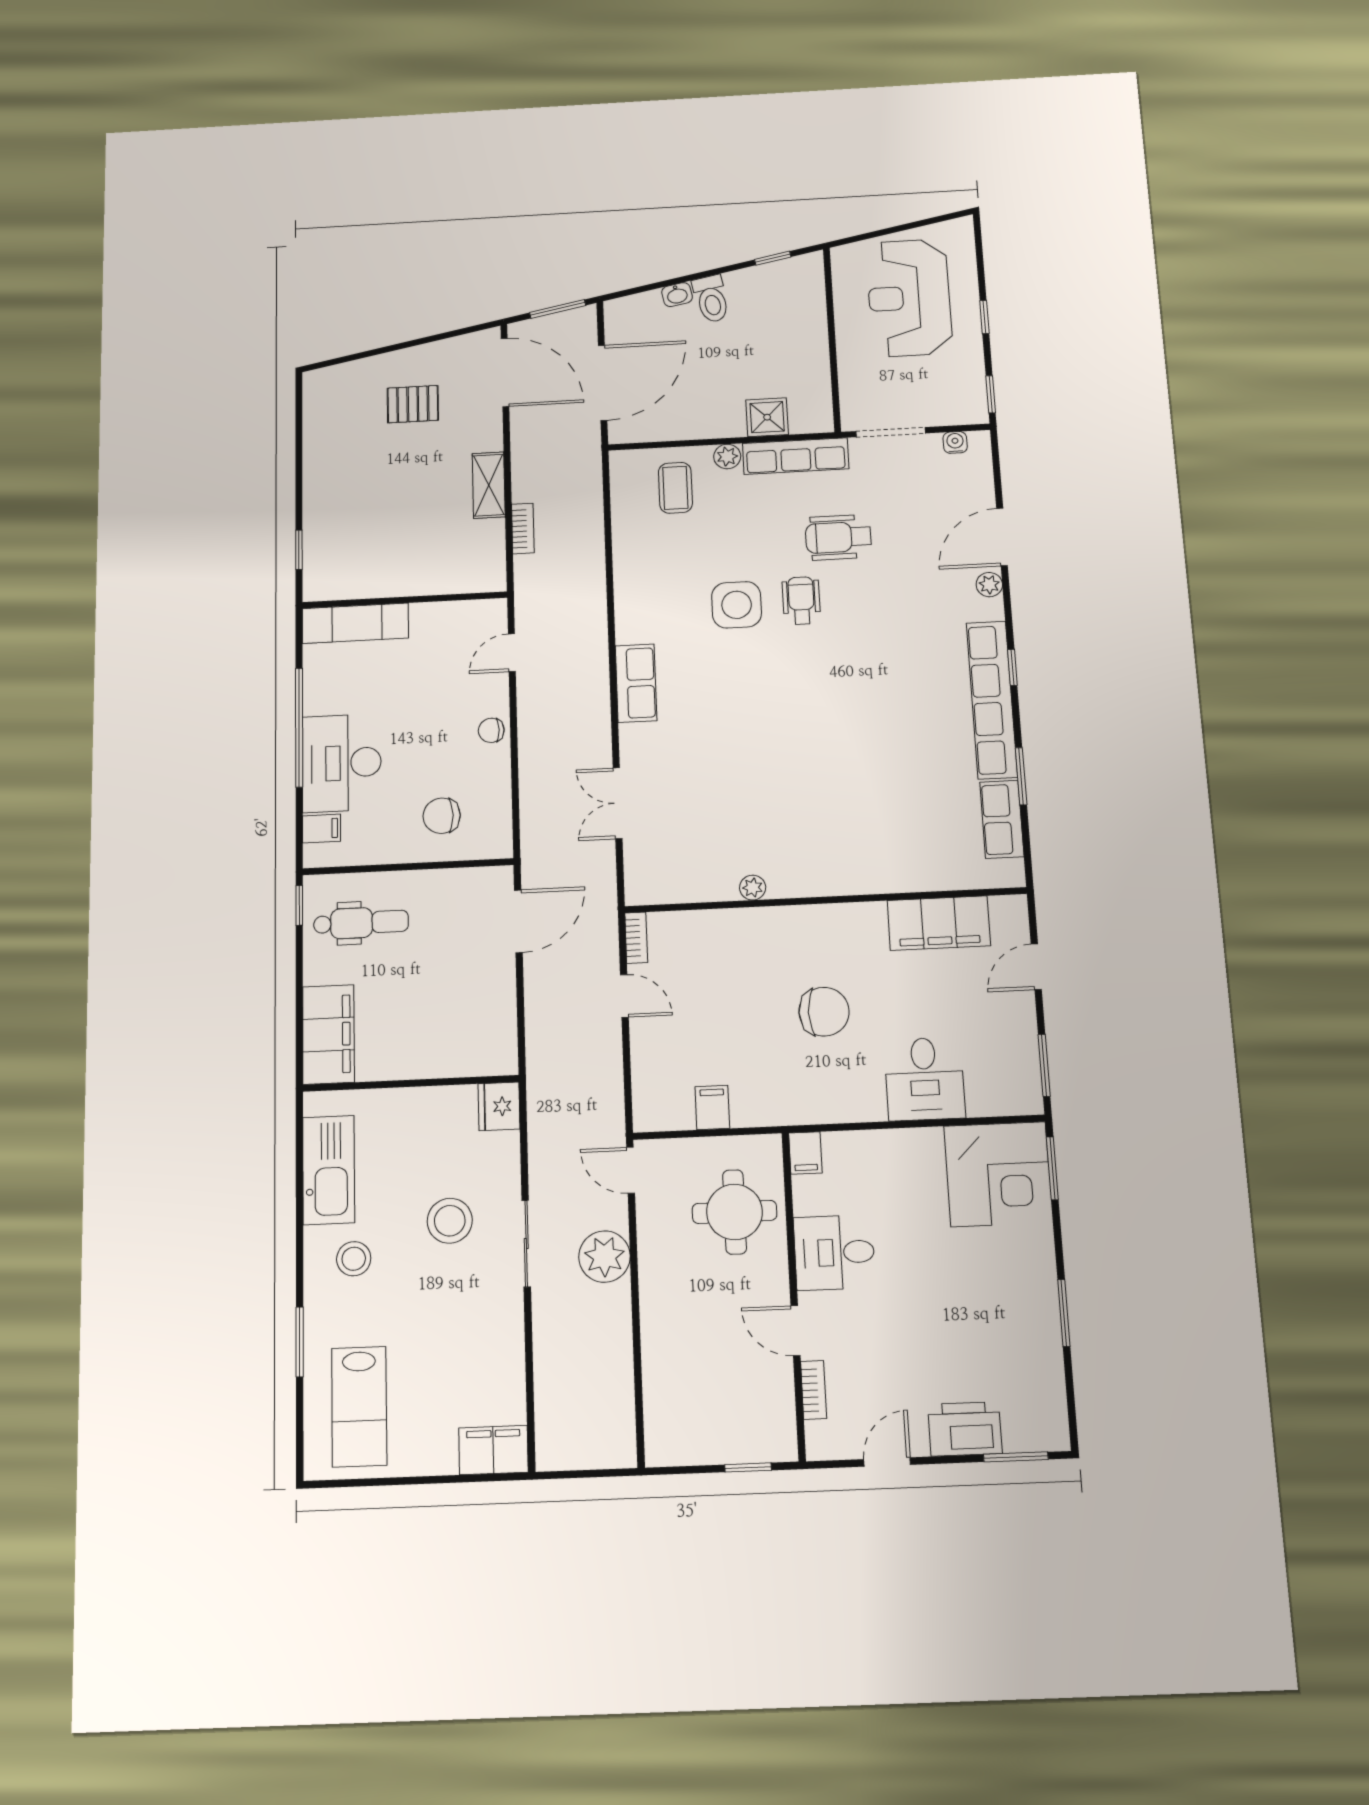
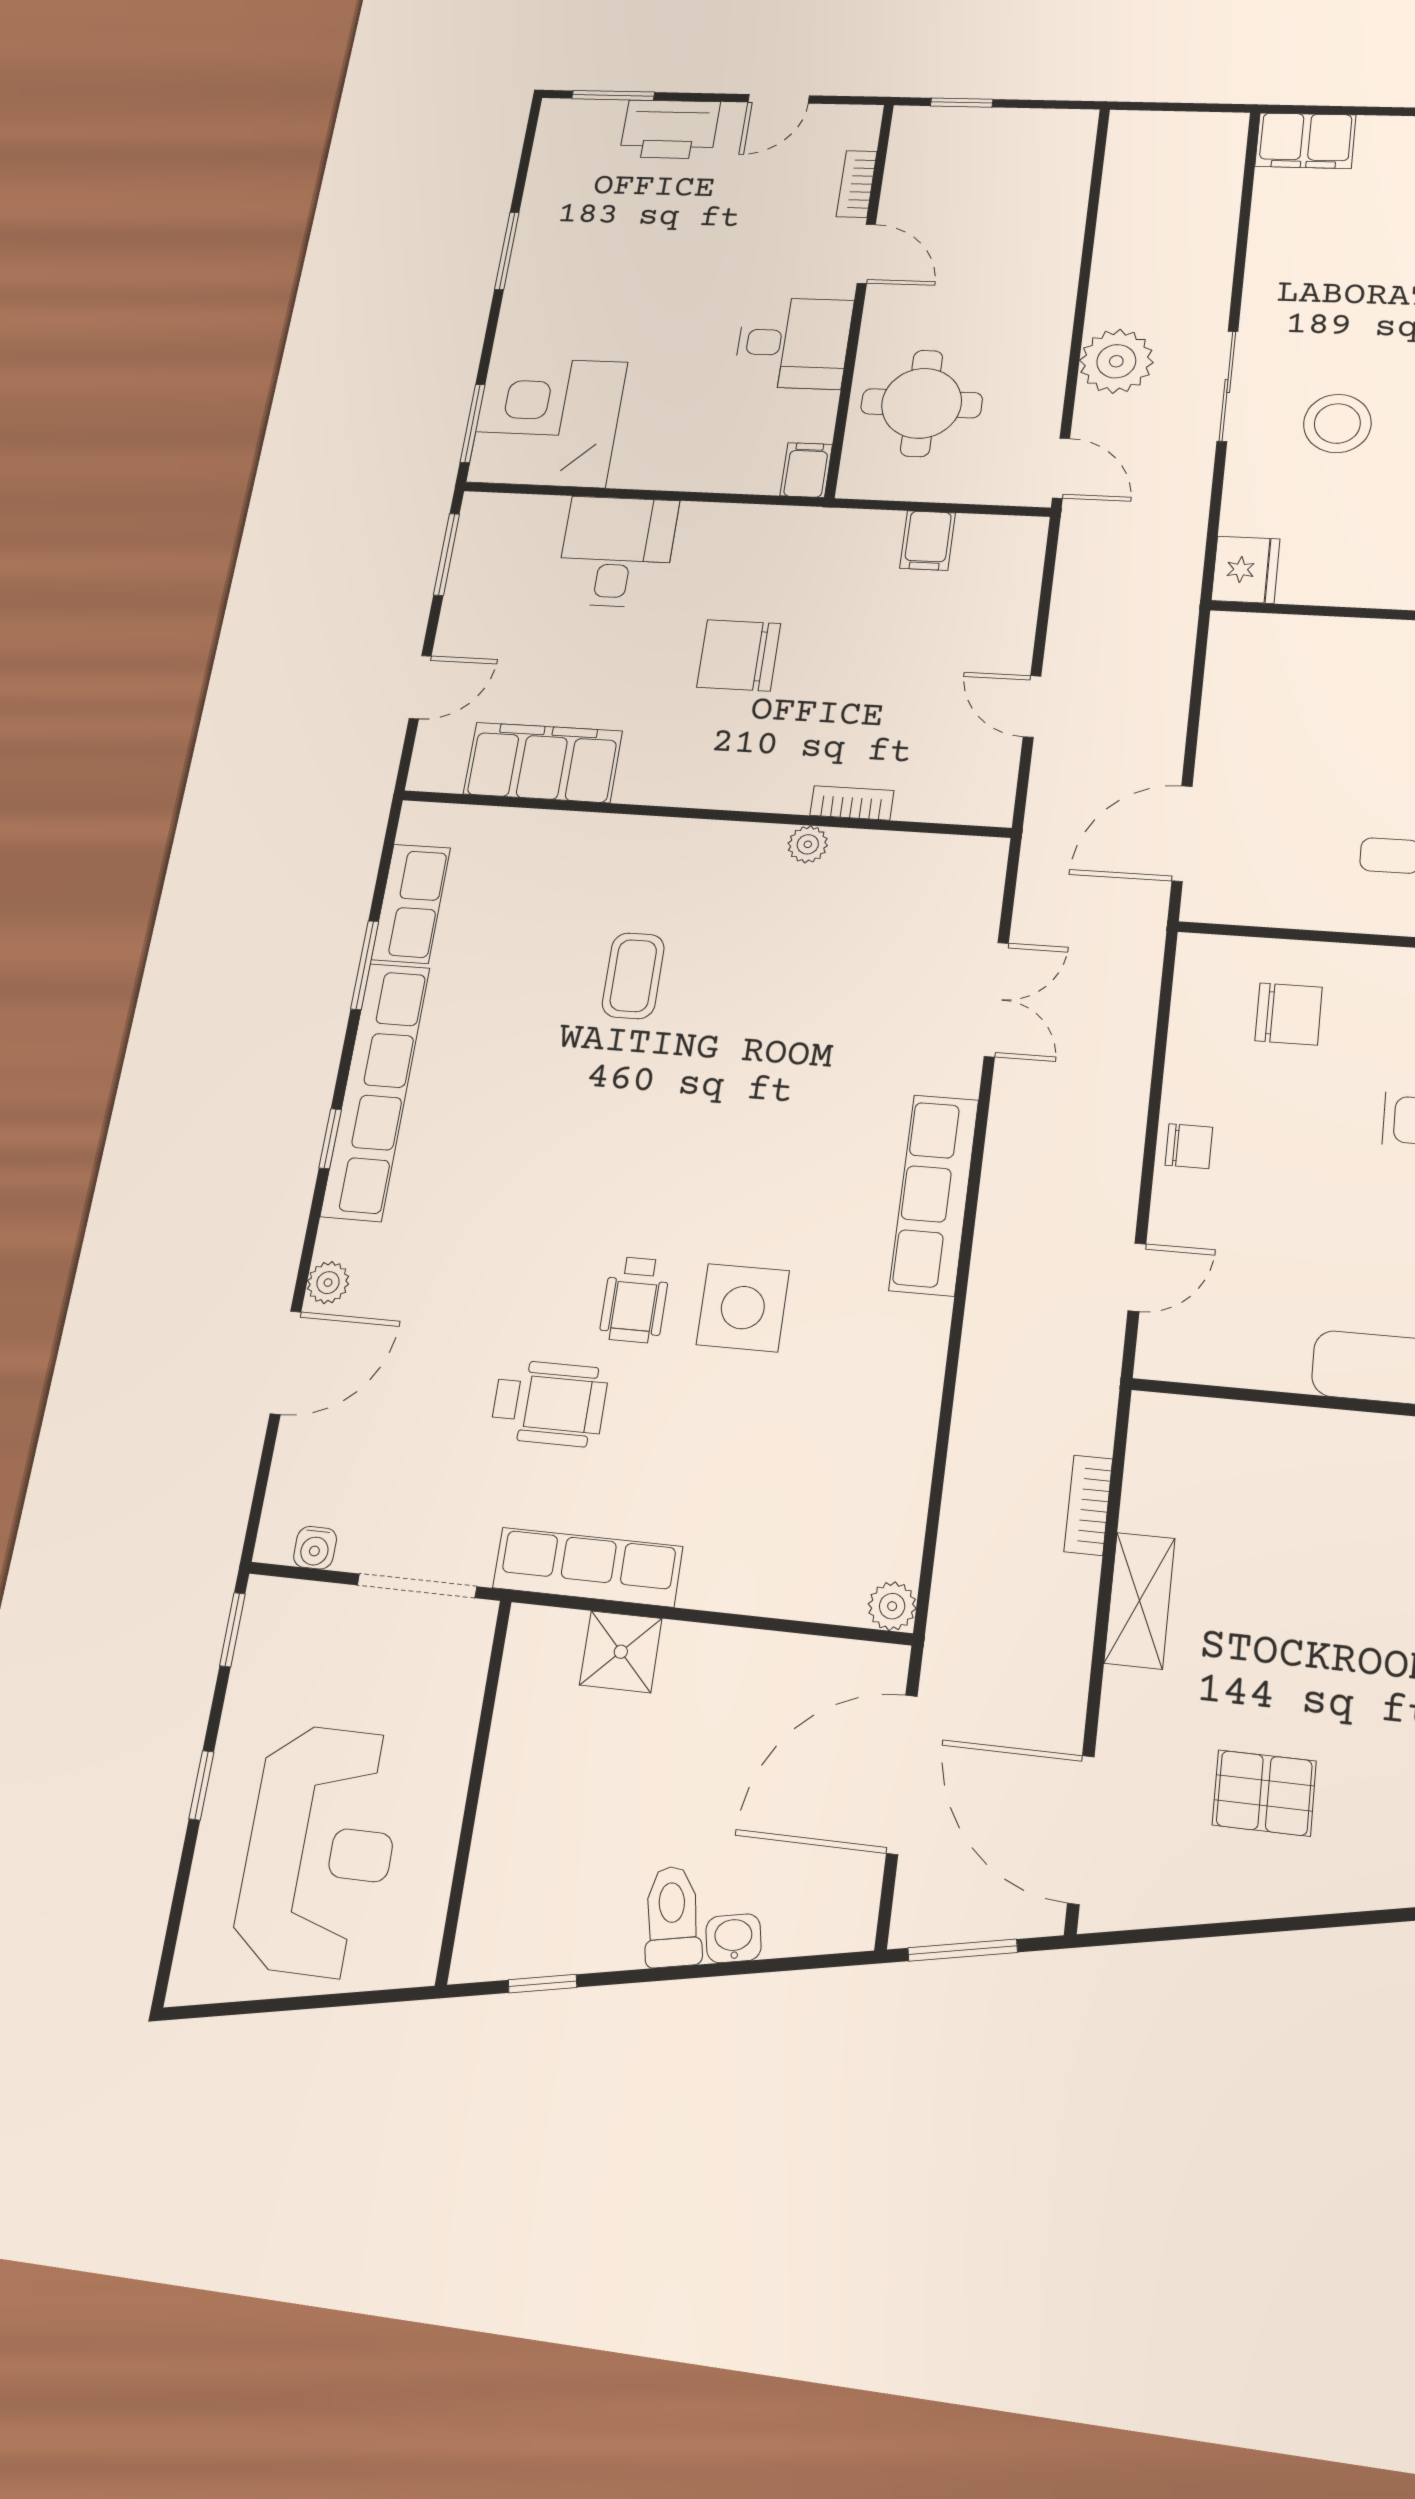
plant: (727, 456) -> (892, 1606), moved
coffee table: (675, 488) -> (633, 976), moved
row of seats: (636, 683) -> (934, 1195), width x1.48
bookcase: (636, 938) -> (852, 803), moved, turned 90

